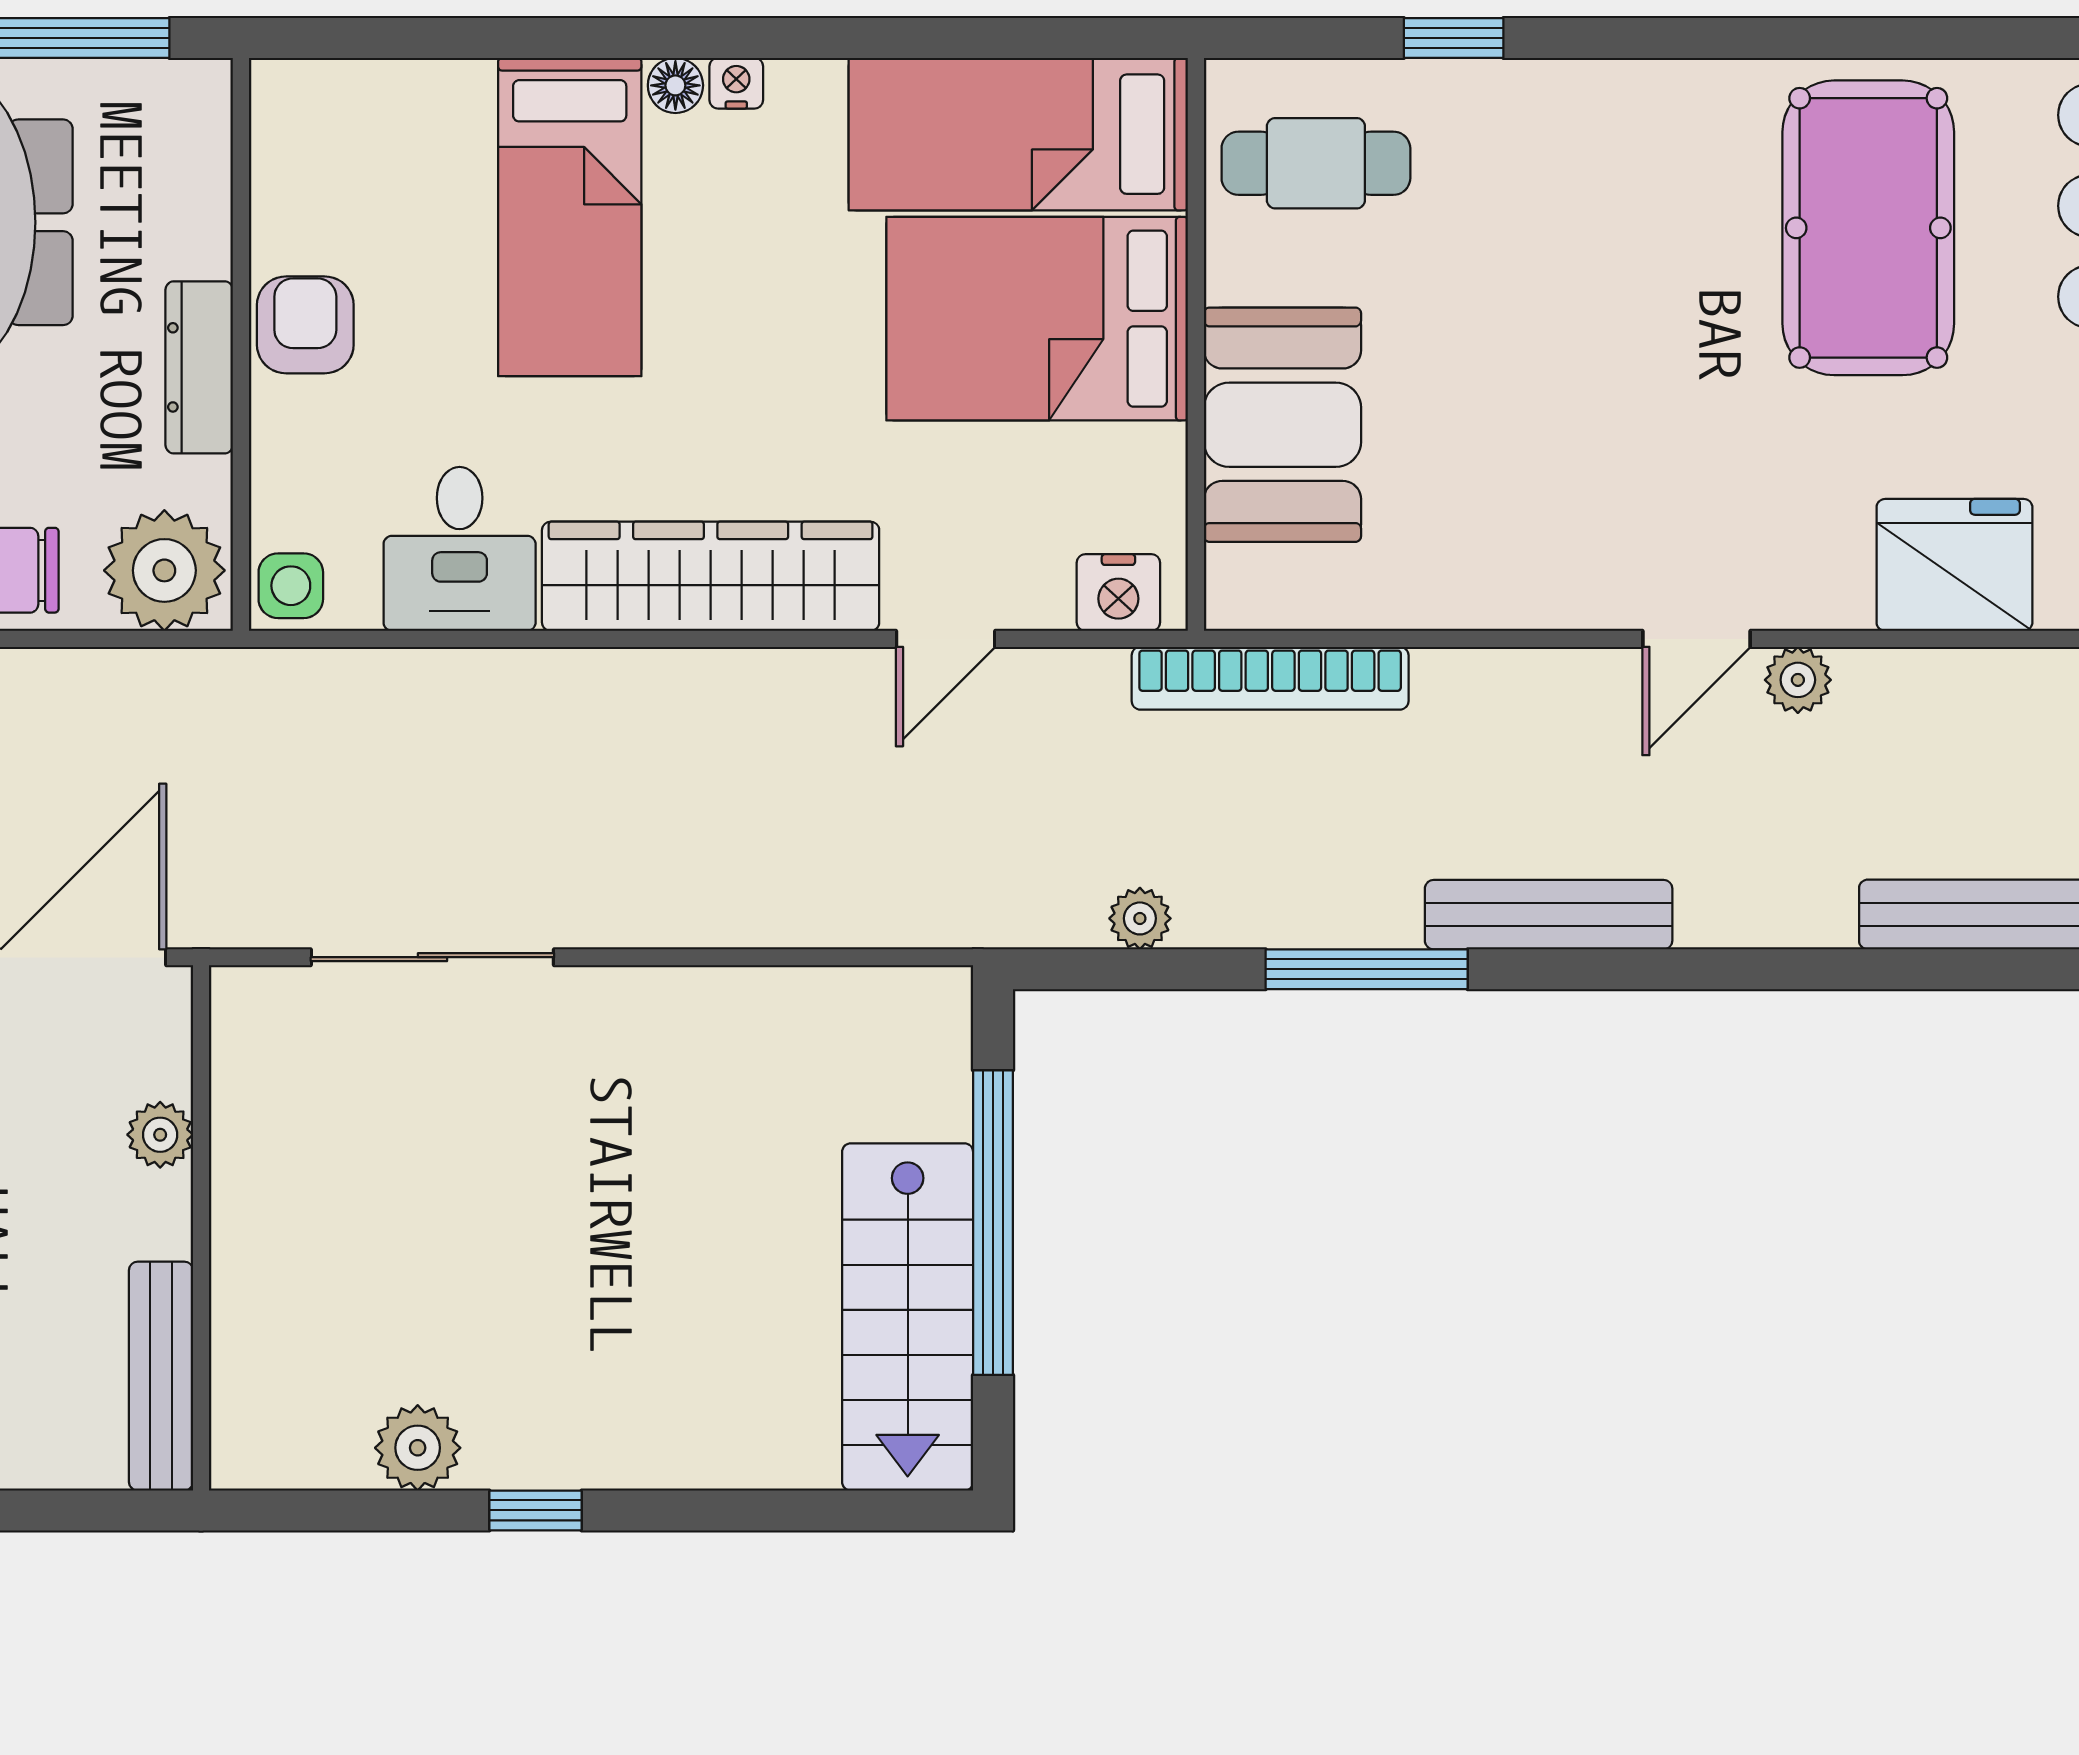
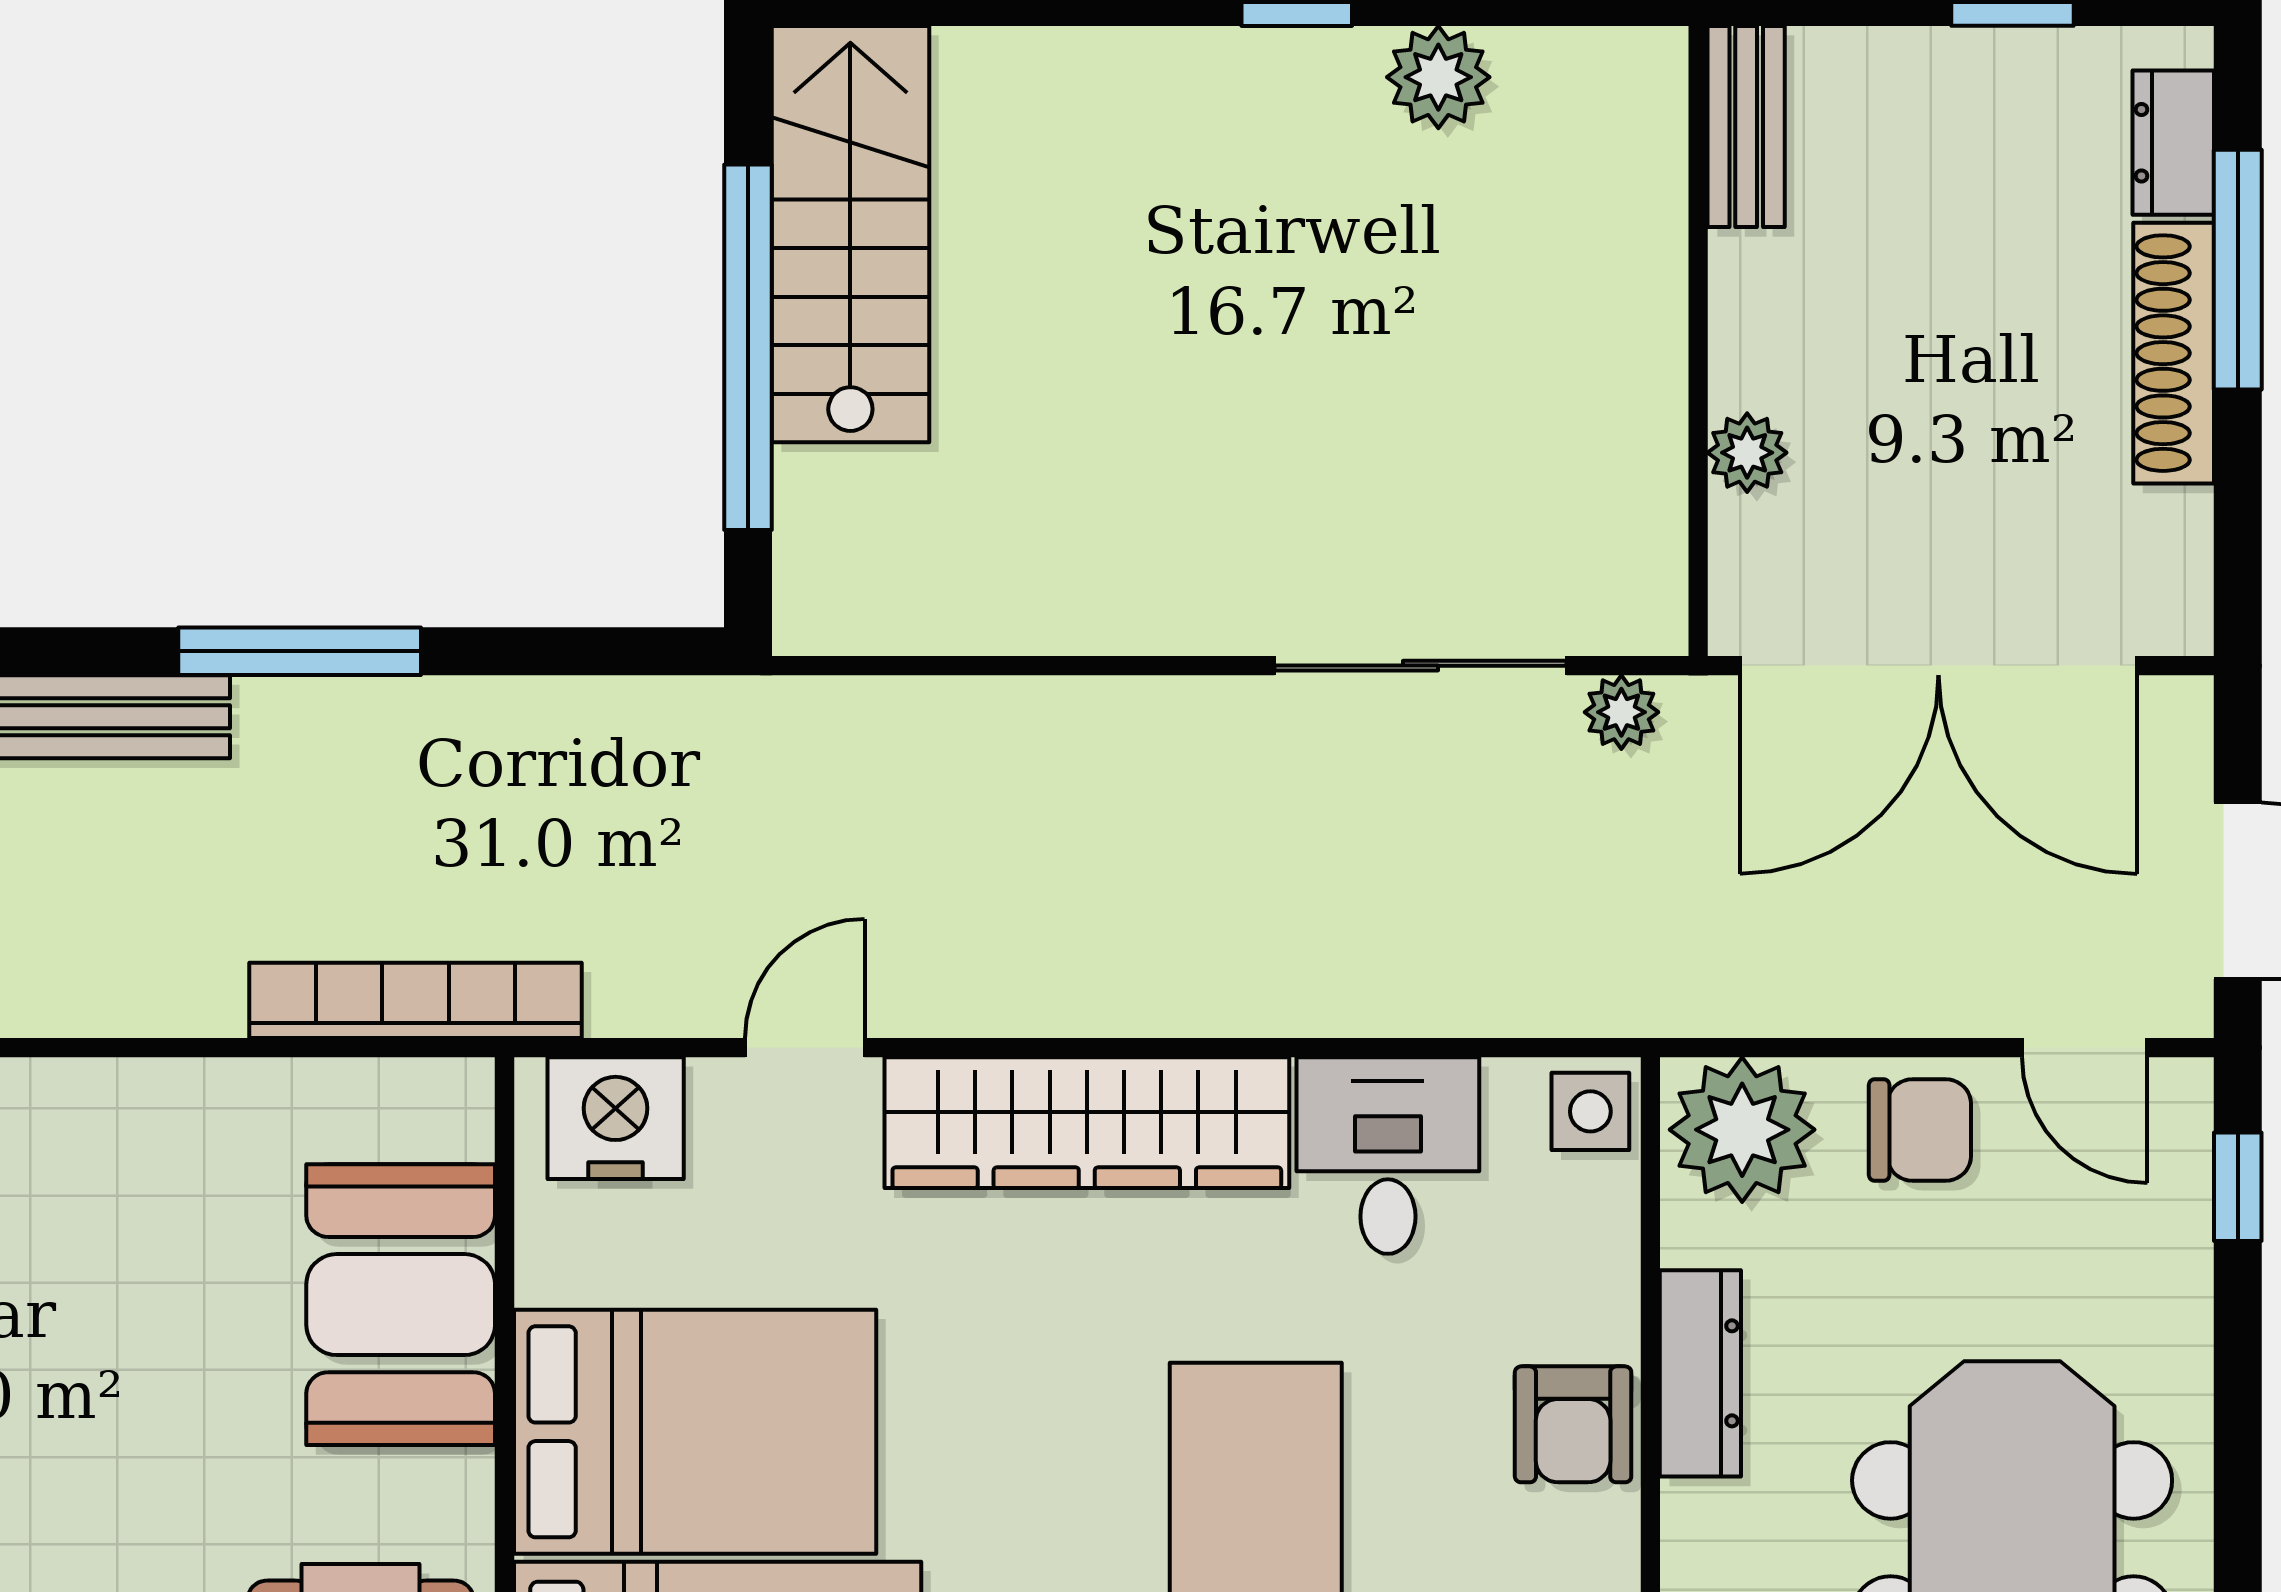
nightstand: (1118, 593) -> (616, 1118), width x1.36, depth x1.33
plant: (1140, 918) -> (1621, 712), moved
bench: (161, 1376) -> (1746, 127), width x0.73

